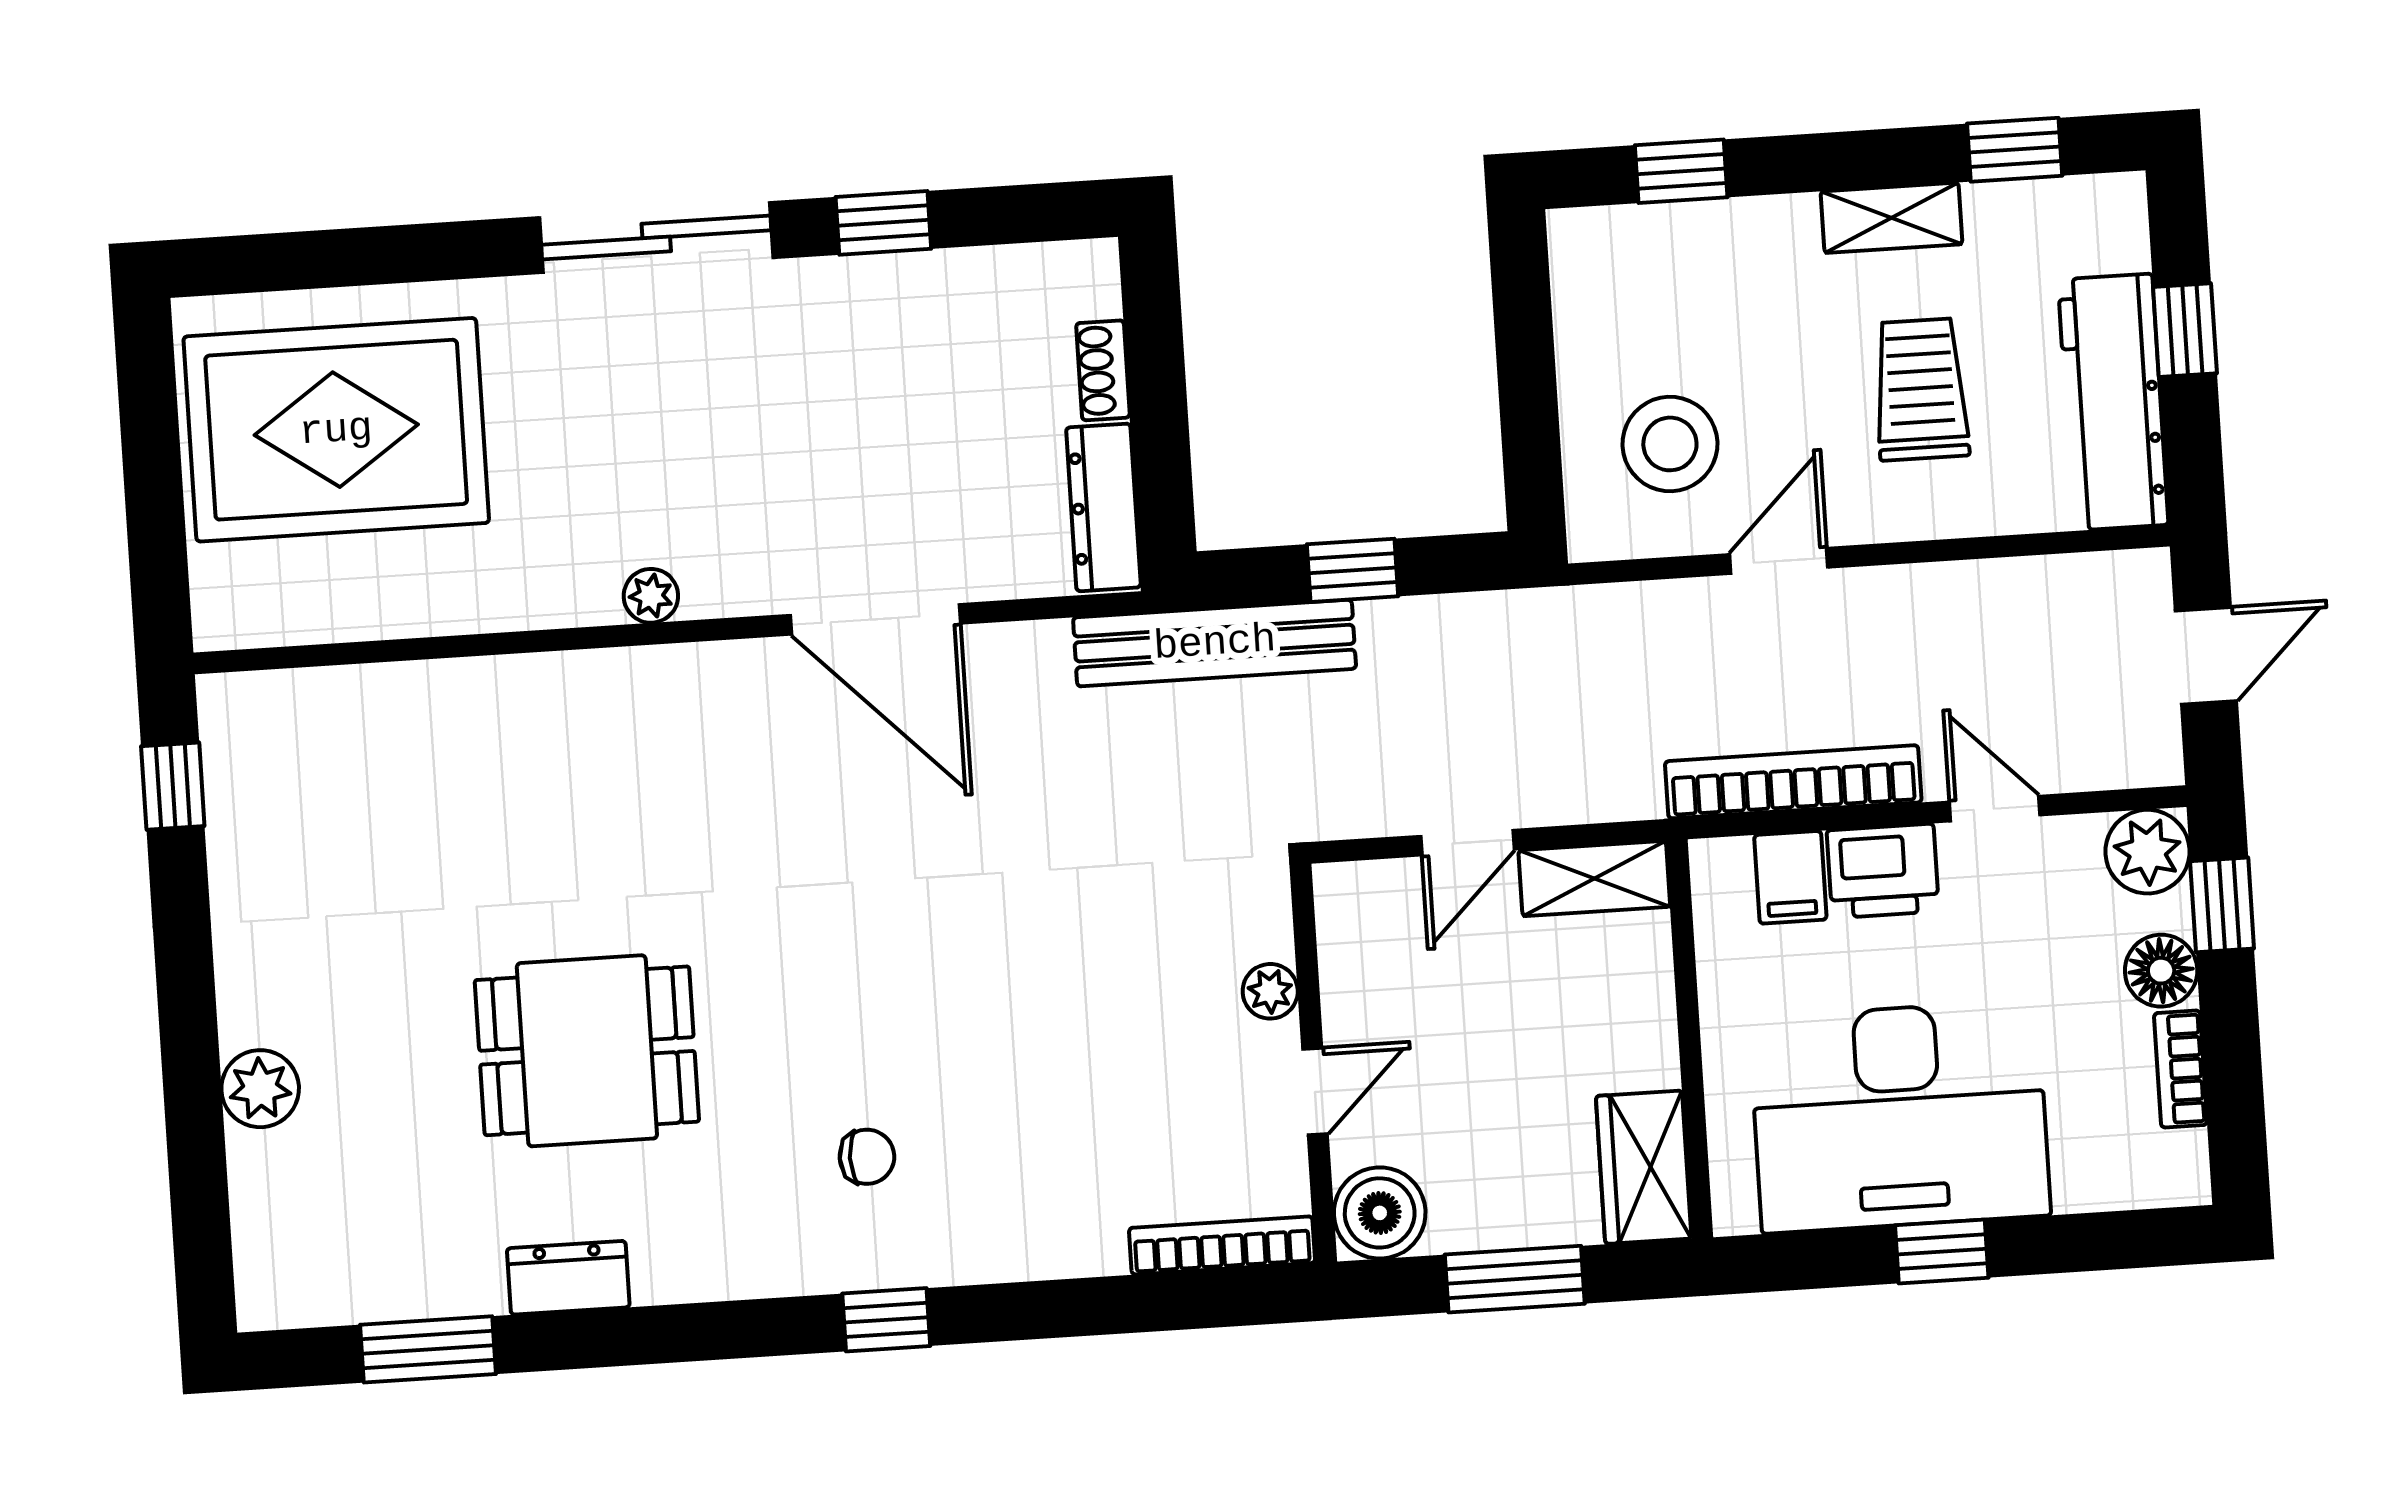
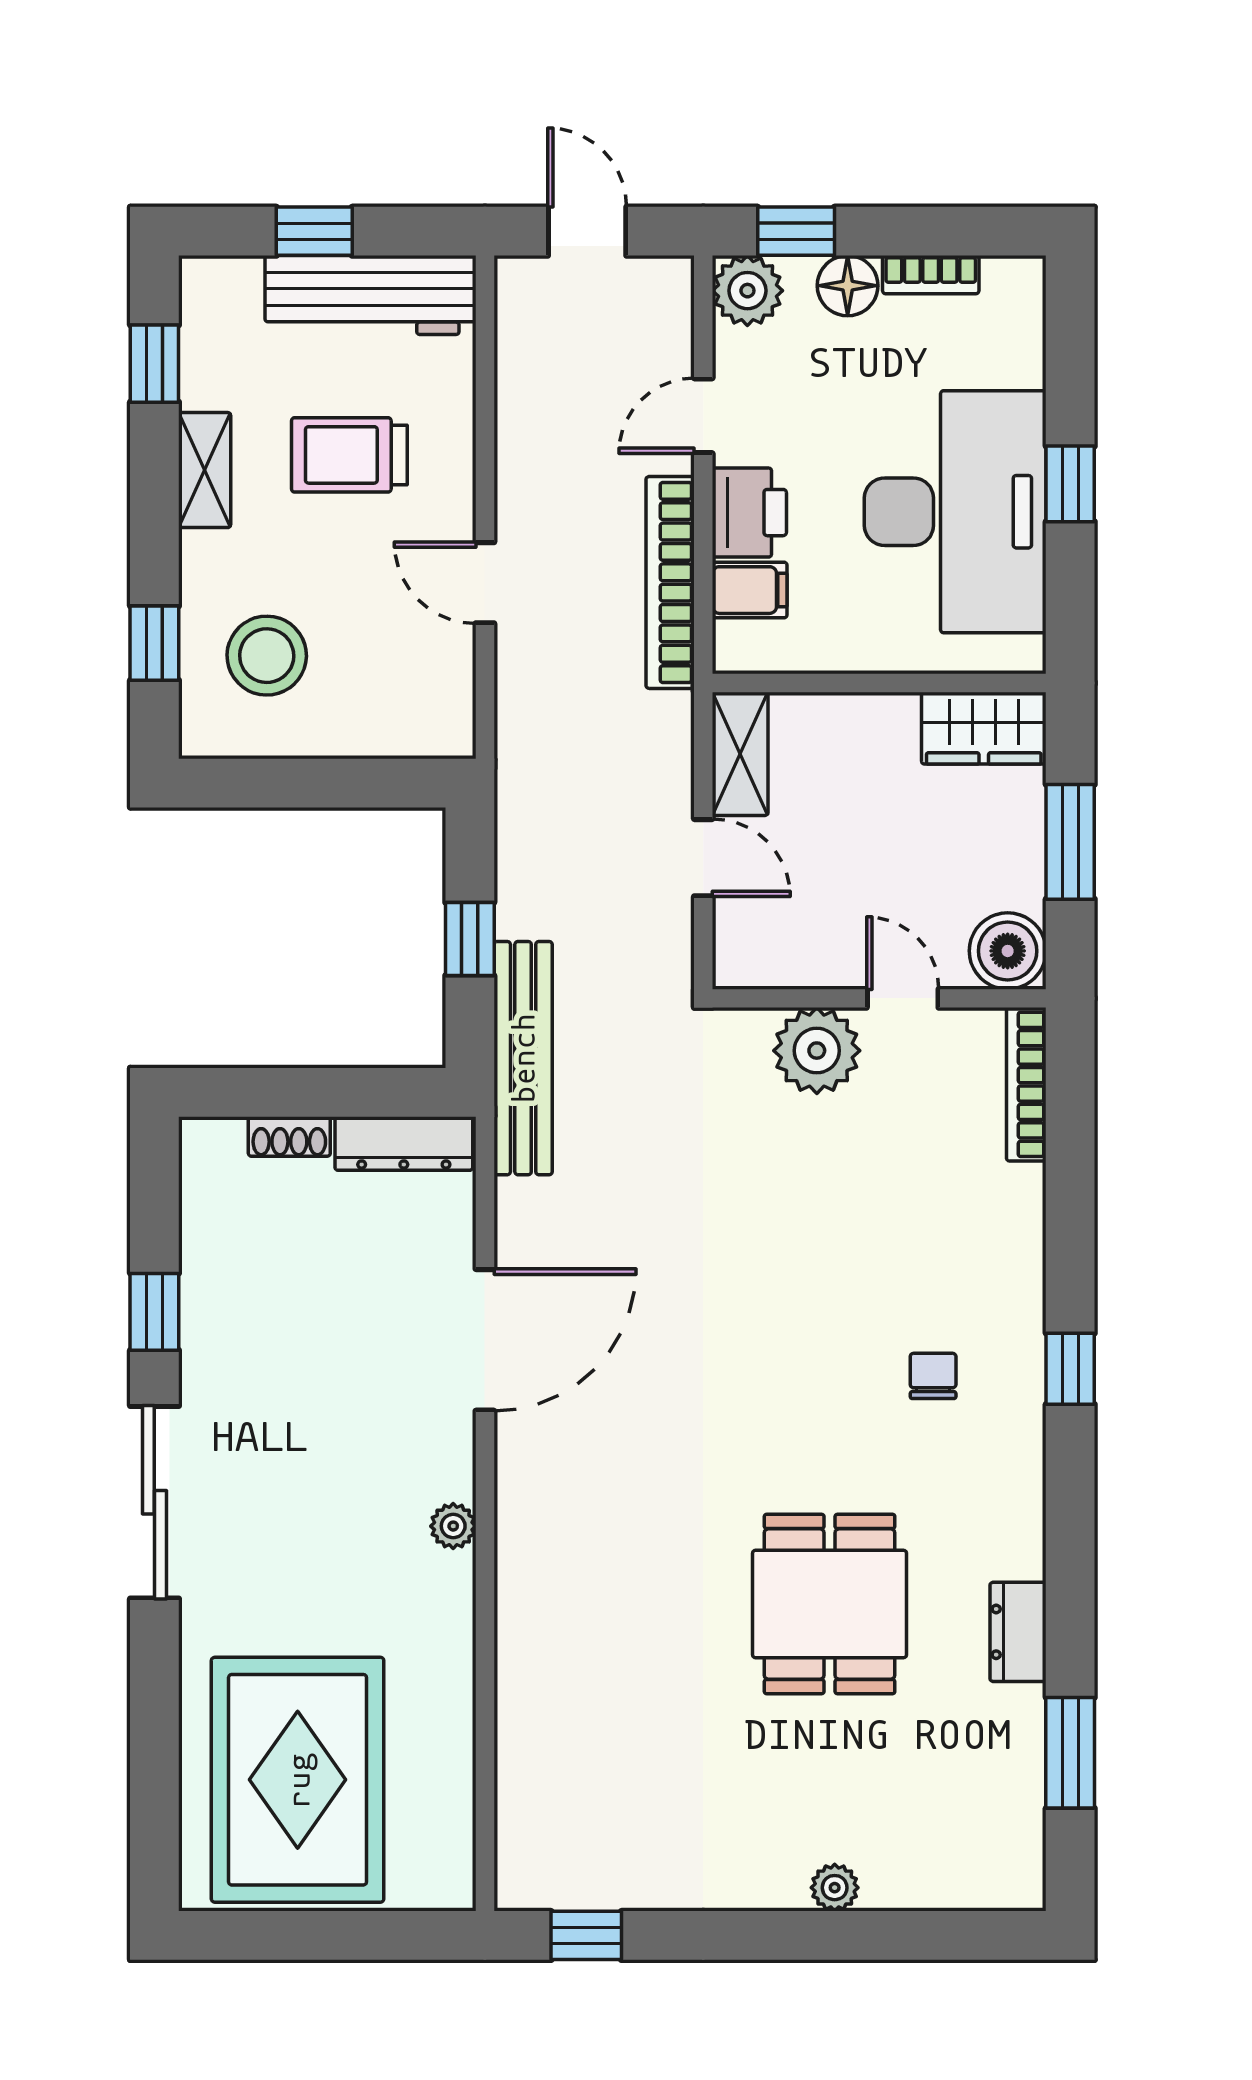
stool: (1670, 444) -> (267, 656), moved
plant: (1270, 991) -> (817, 1051), width x1.88, depth x1.88
plant: (260, 1089) -> (835, 1888), width x0.73, depth x0.73

